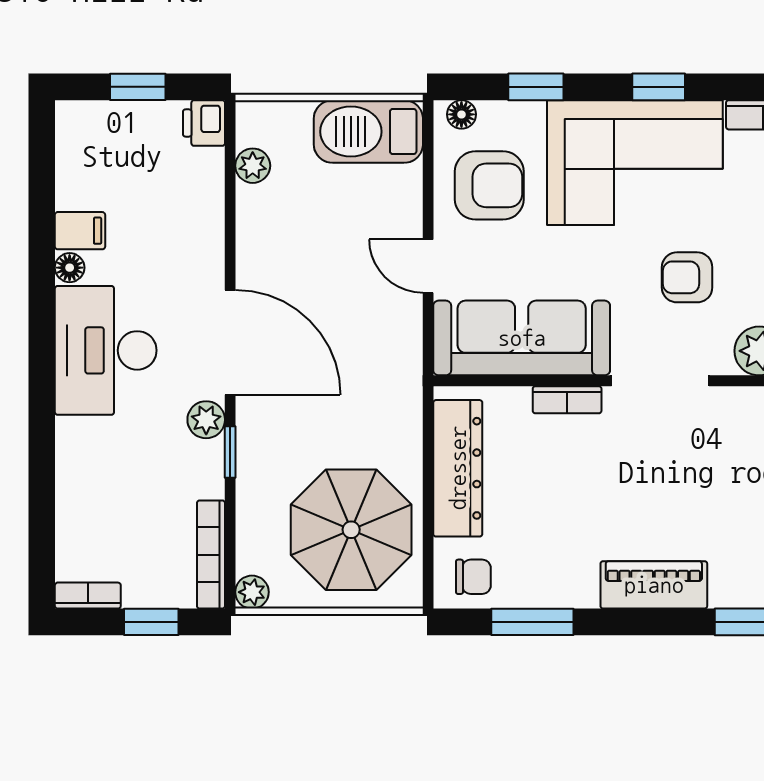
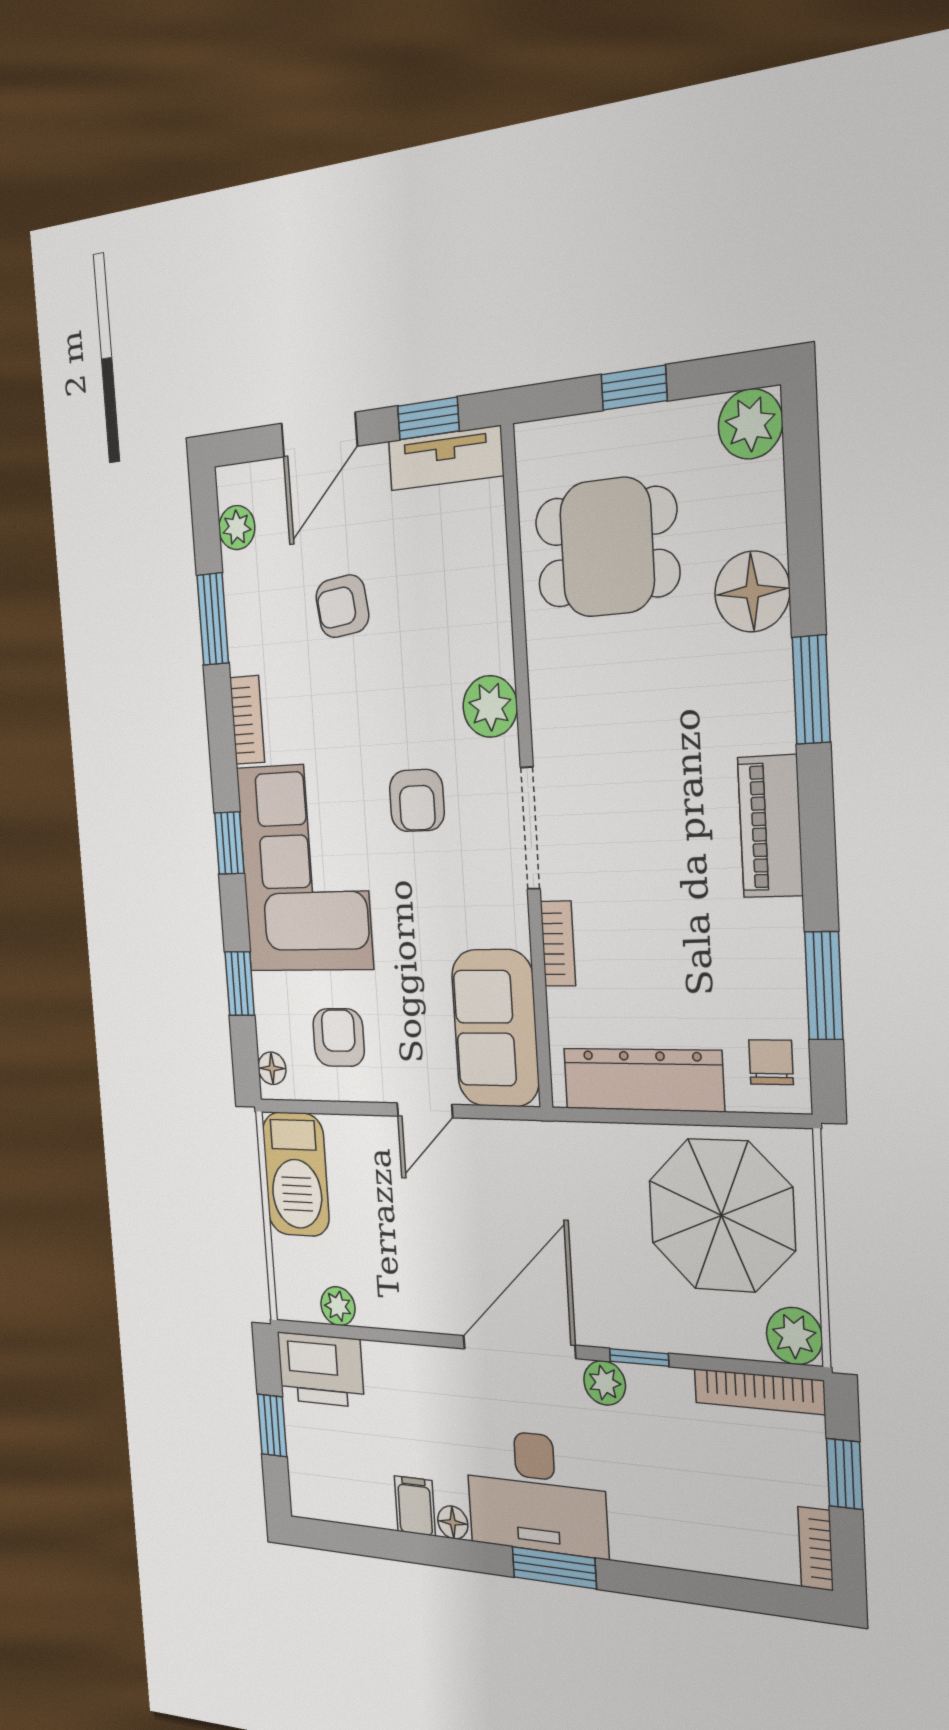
printer: (204, 123) -> (321, 1370), width x1.87, depth x1.48
armchair: (489, 185) -> (339, 1037), width x0.72, depth x0.72
sofa: (522, 338) -> (495, 1028), width x0.73
window: (42, 363) -> (554, 1568), added
plant: (252, 592) -> (794, 1336), width x1.38, depth x1.38

